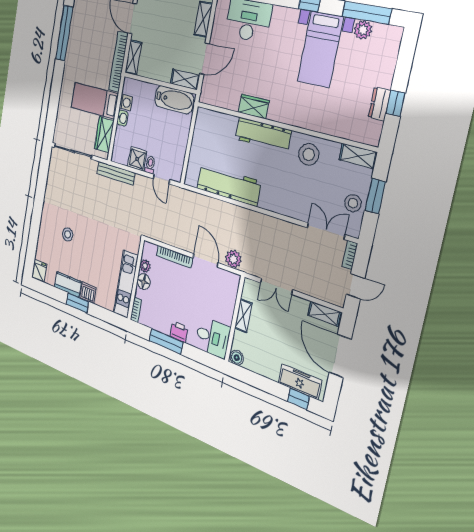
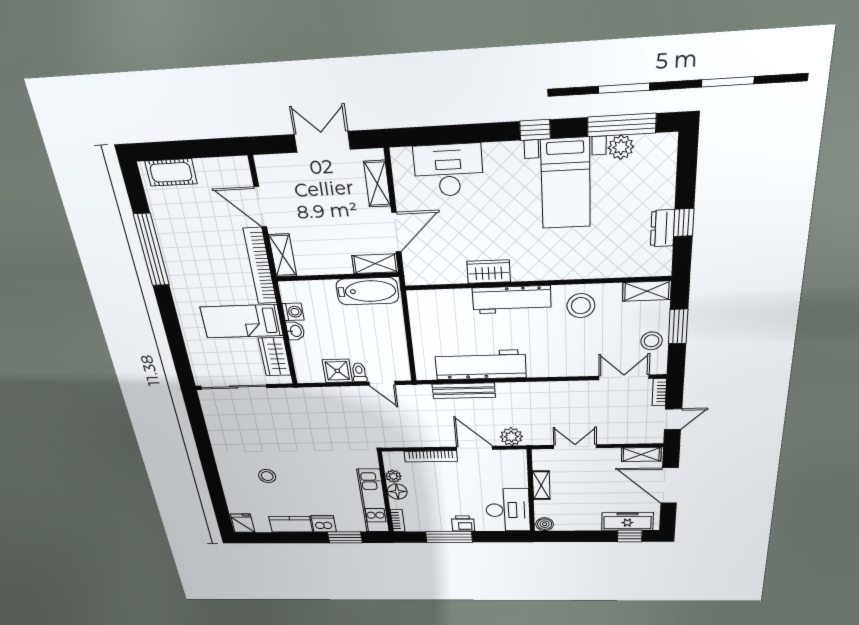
bench: (116, 173) -> (464, 391), moved
double door: (276, 286) -> (575, 447), swing flipped
window: (77, 303) -> (345, 537), moved
desk: (212, 337) -> (508, 510), width x1.37

